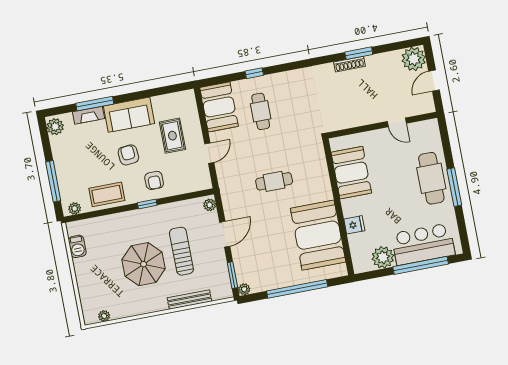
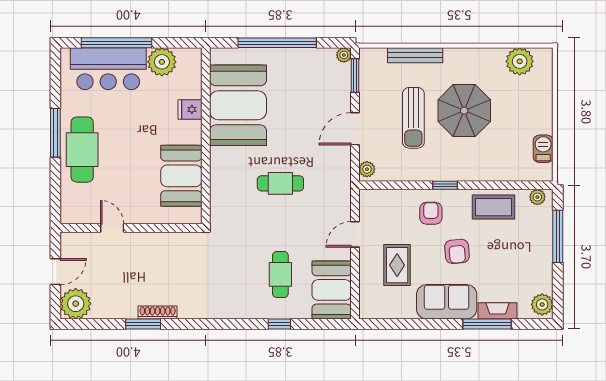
plant: (104, 316) -> (520, 61), width x1.88, depth x1.88

